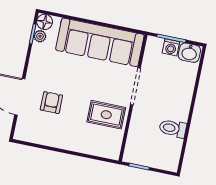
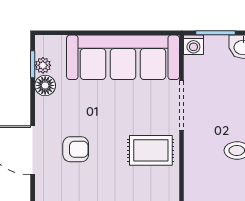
floor lamp: (45, 22) -> (45, 85), moved
washing machine: (171, 47) -> (193, 45), moved
armchair: (51, 103) -> (76, 149), turned 90

